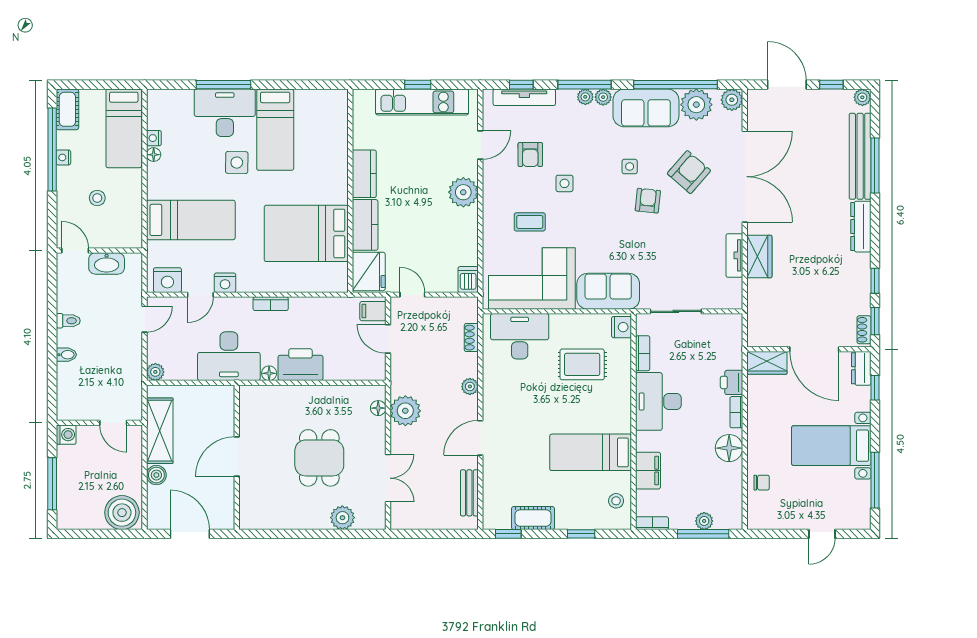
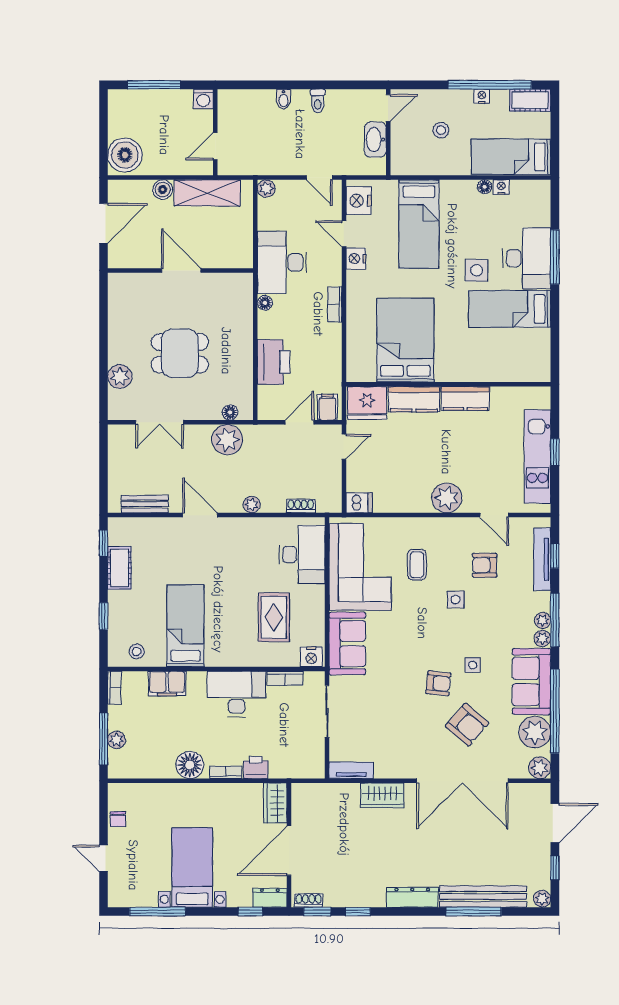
tv unit: (734, 255) -> (351, 770), moved
printer: (301, 365) -> (274, 362), moved
chair: (762, 483) -> (118, 819), moved

